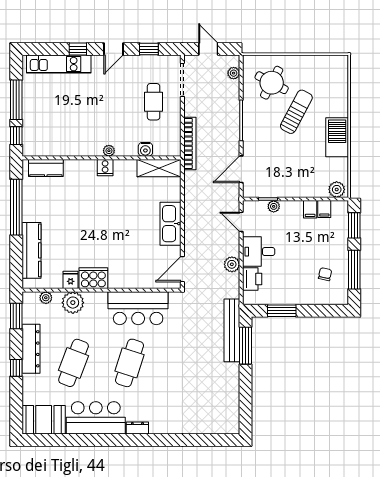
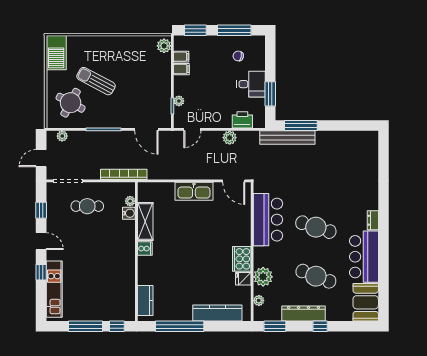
barbecue: (337, 137) -> (56, 53), moved, turned -90
plant: (109, 151) -> (130, 201), moved
shelving: (159, 168) -> (145, 222), moved
desk: (259, 252) -> (251, 84), moved, turned -90

